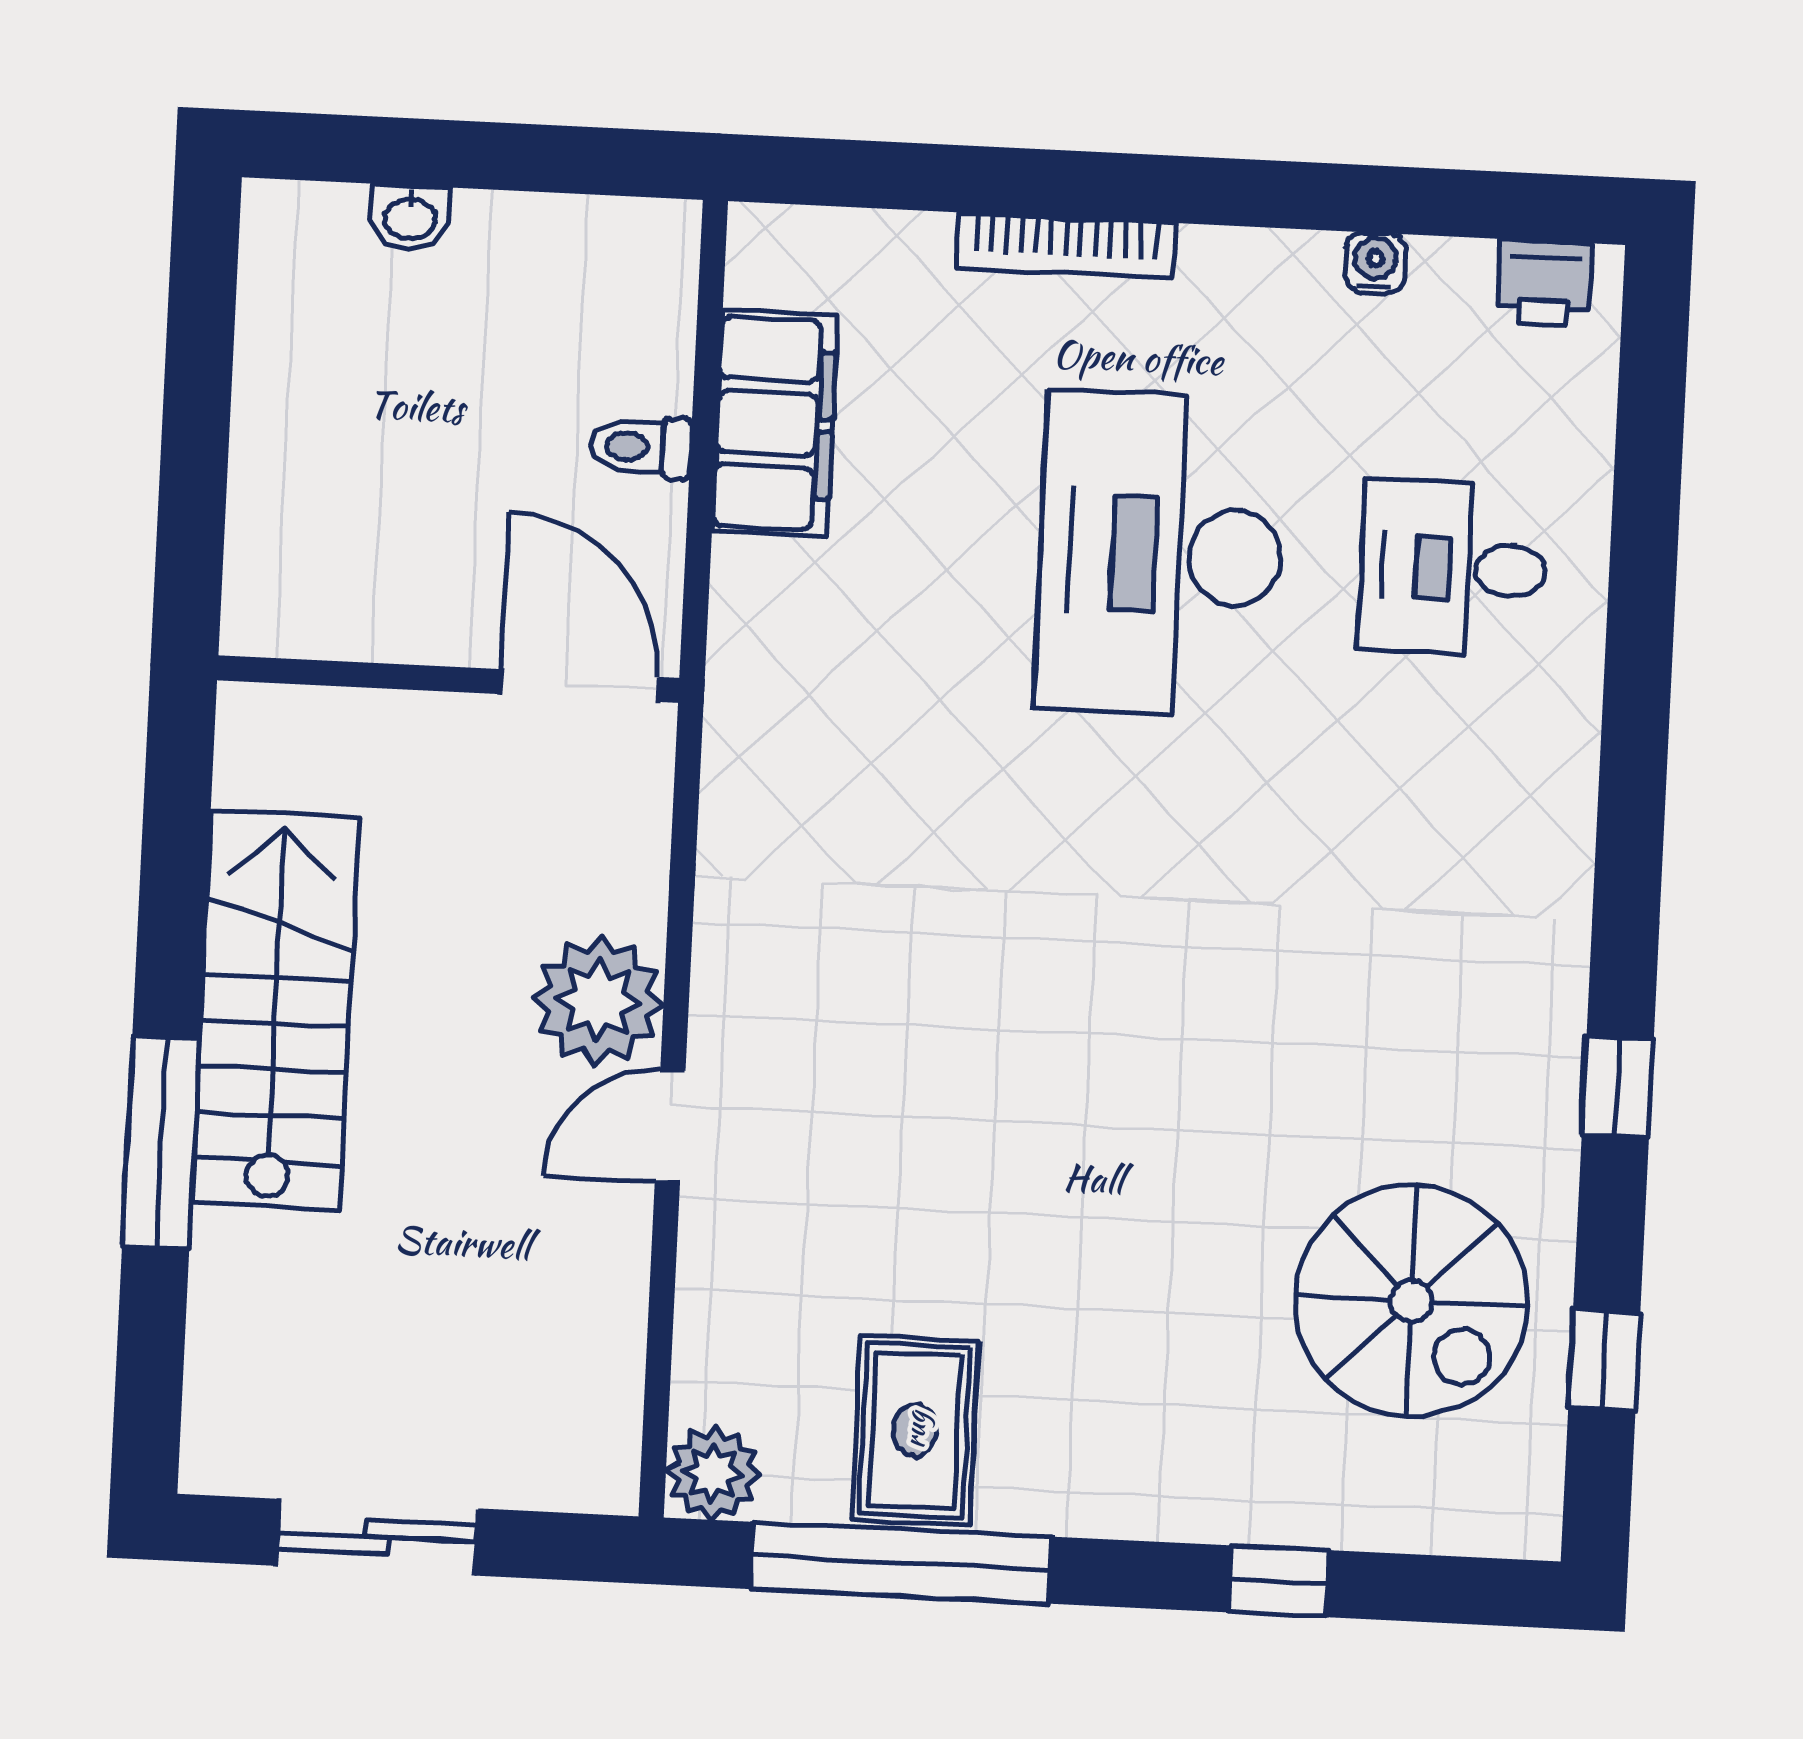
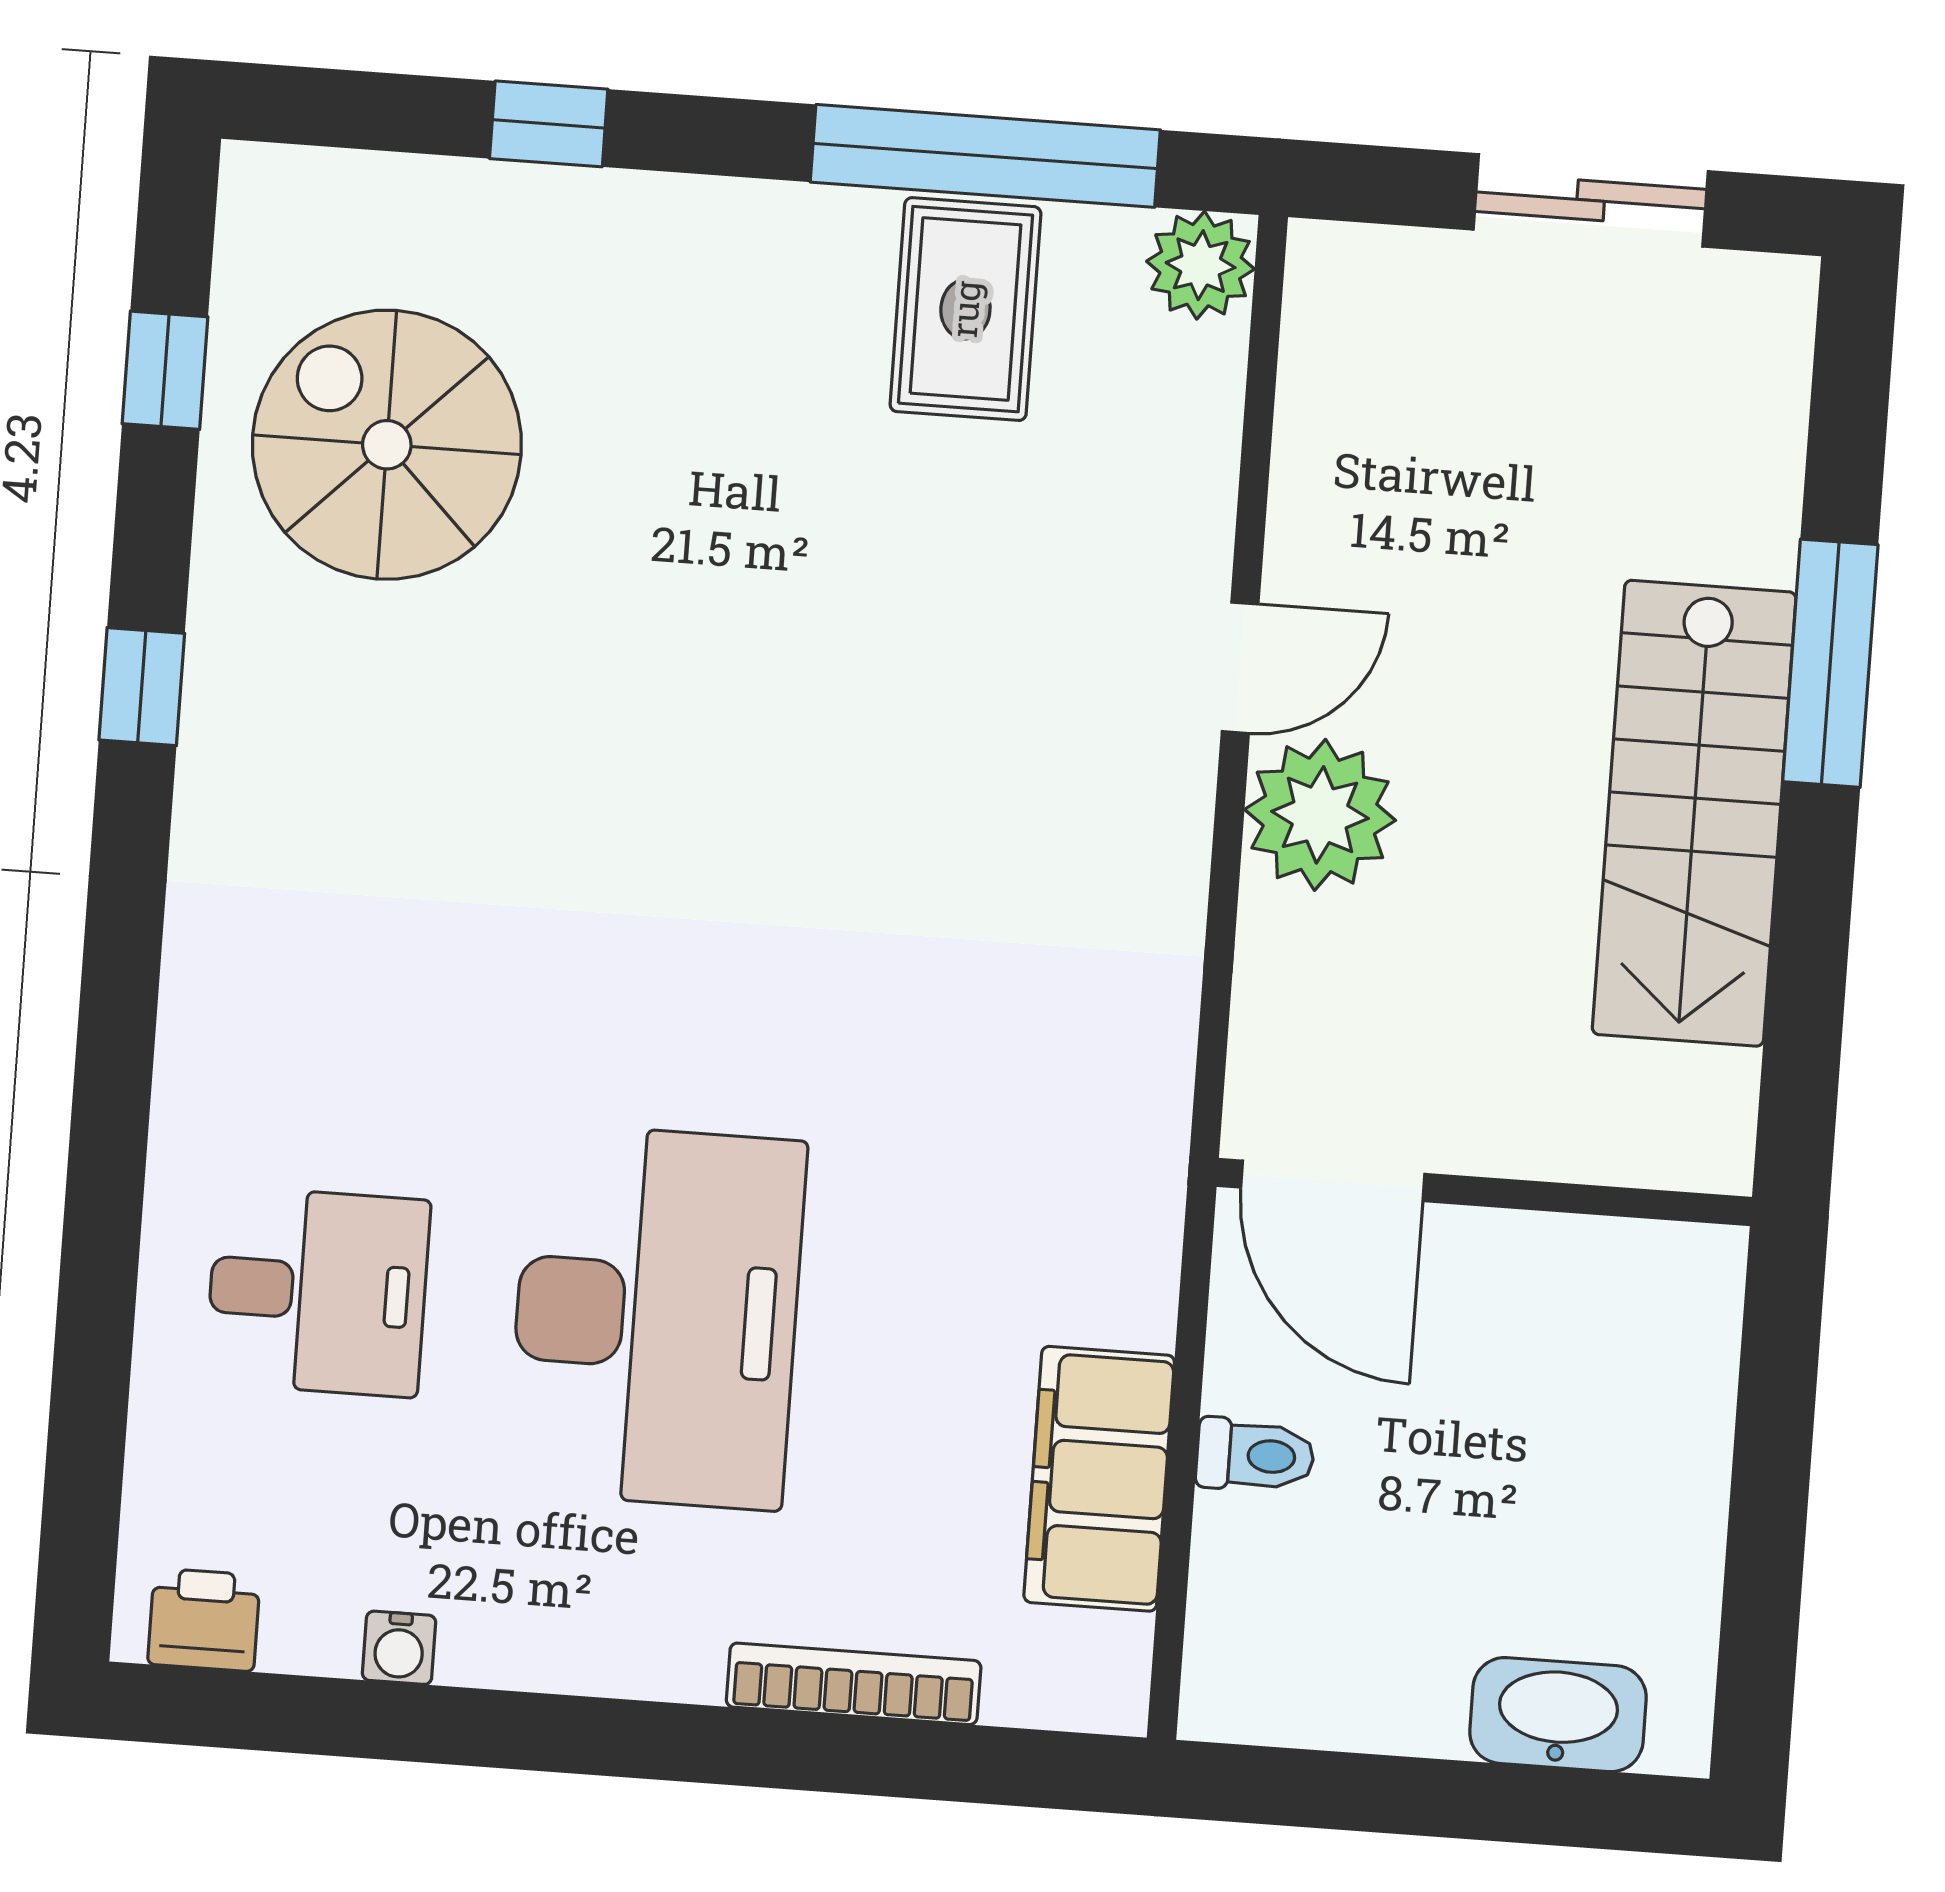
washbasin: (410, 217) -> (1558, 1715), width x1.91, depth x1.45
bookcase: (1066, 245) -> (854, 1684), moved

